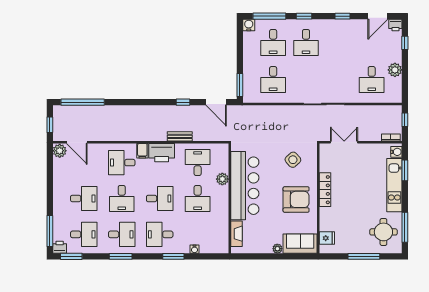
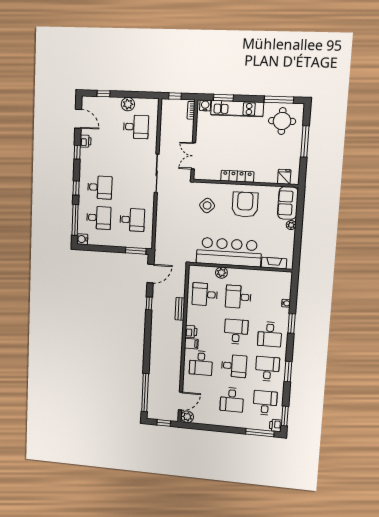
printer: (395, 25) -> (86, 141), moved
printer: (162, 153) -> (191, 332), width x0.53, depth x0.68
desk: (84, 198) -> (232, 400), turned 180
desk: (198, 198) -> (238, 297), turned 180

